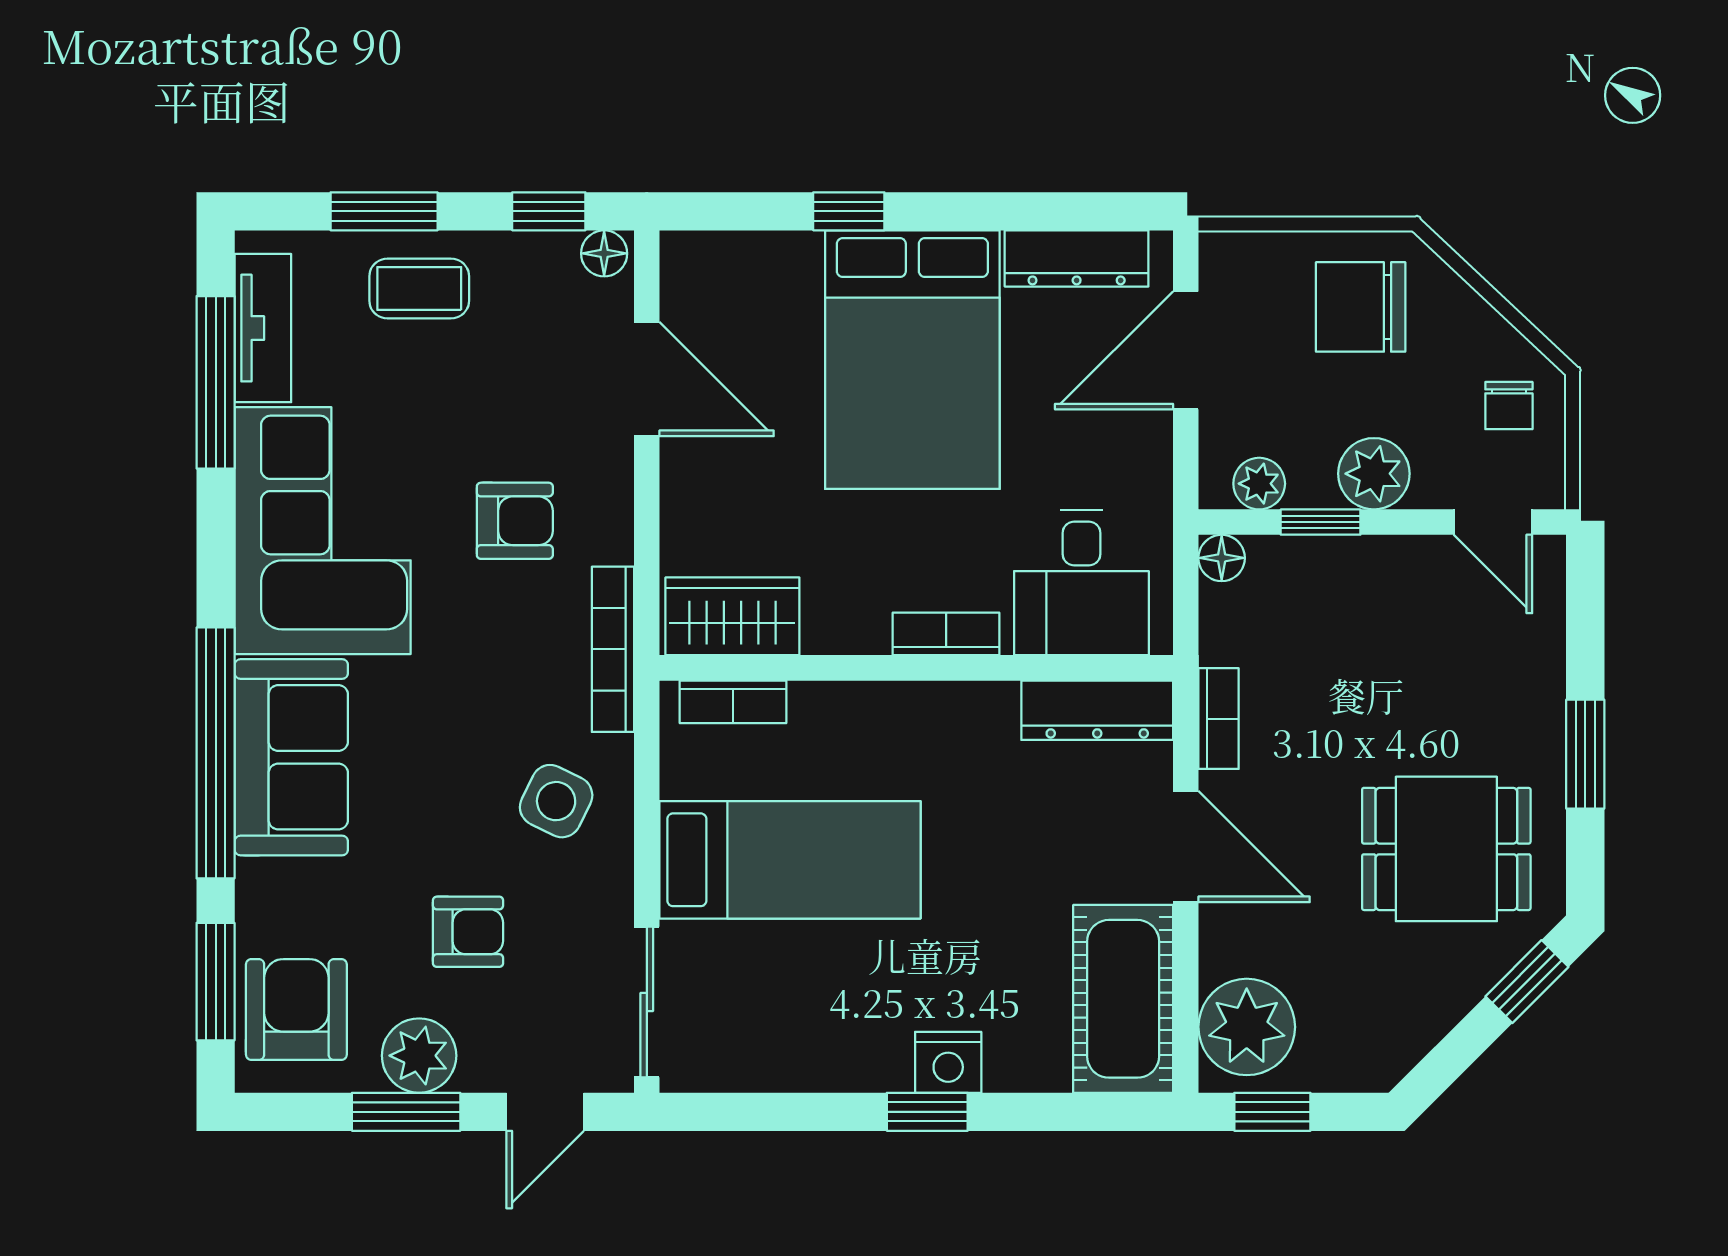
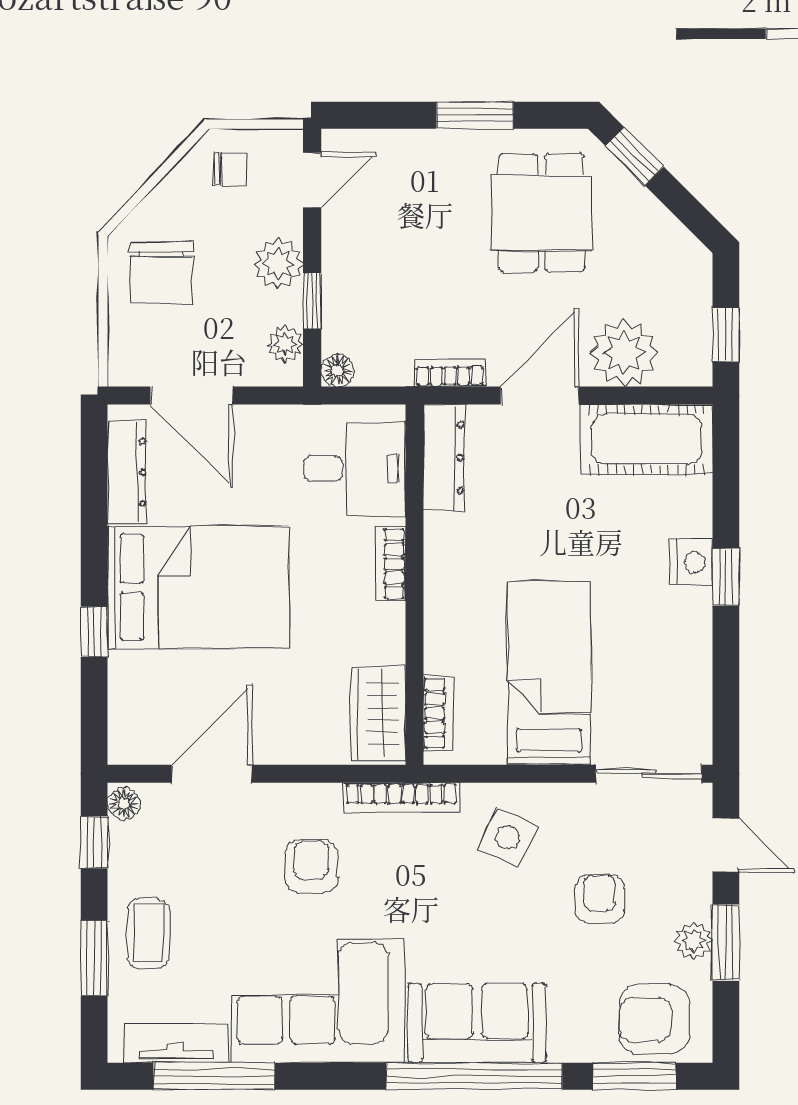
plant: (1247, 1027) -> (624, 353), moved
plant: (419, 1056) -> (694, 941), width x0.73, depth x0.73

